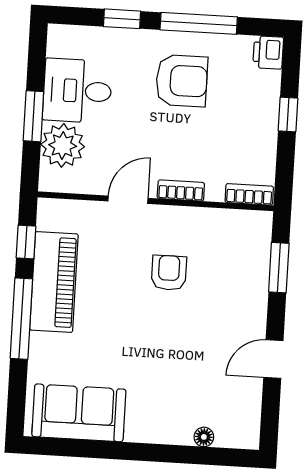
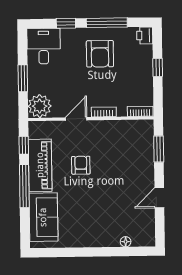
armchair: (182, 81) -> (100, 54), turned 90
desk: (77, 91) -> (44, 46), moved, turned 90
plant: (63, 145) -> (40, 106), moved
armchair: (169, 273) -> (81, 165), moved
sofa: (79, 413) -> (43, 217), moved, turned 90

